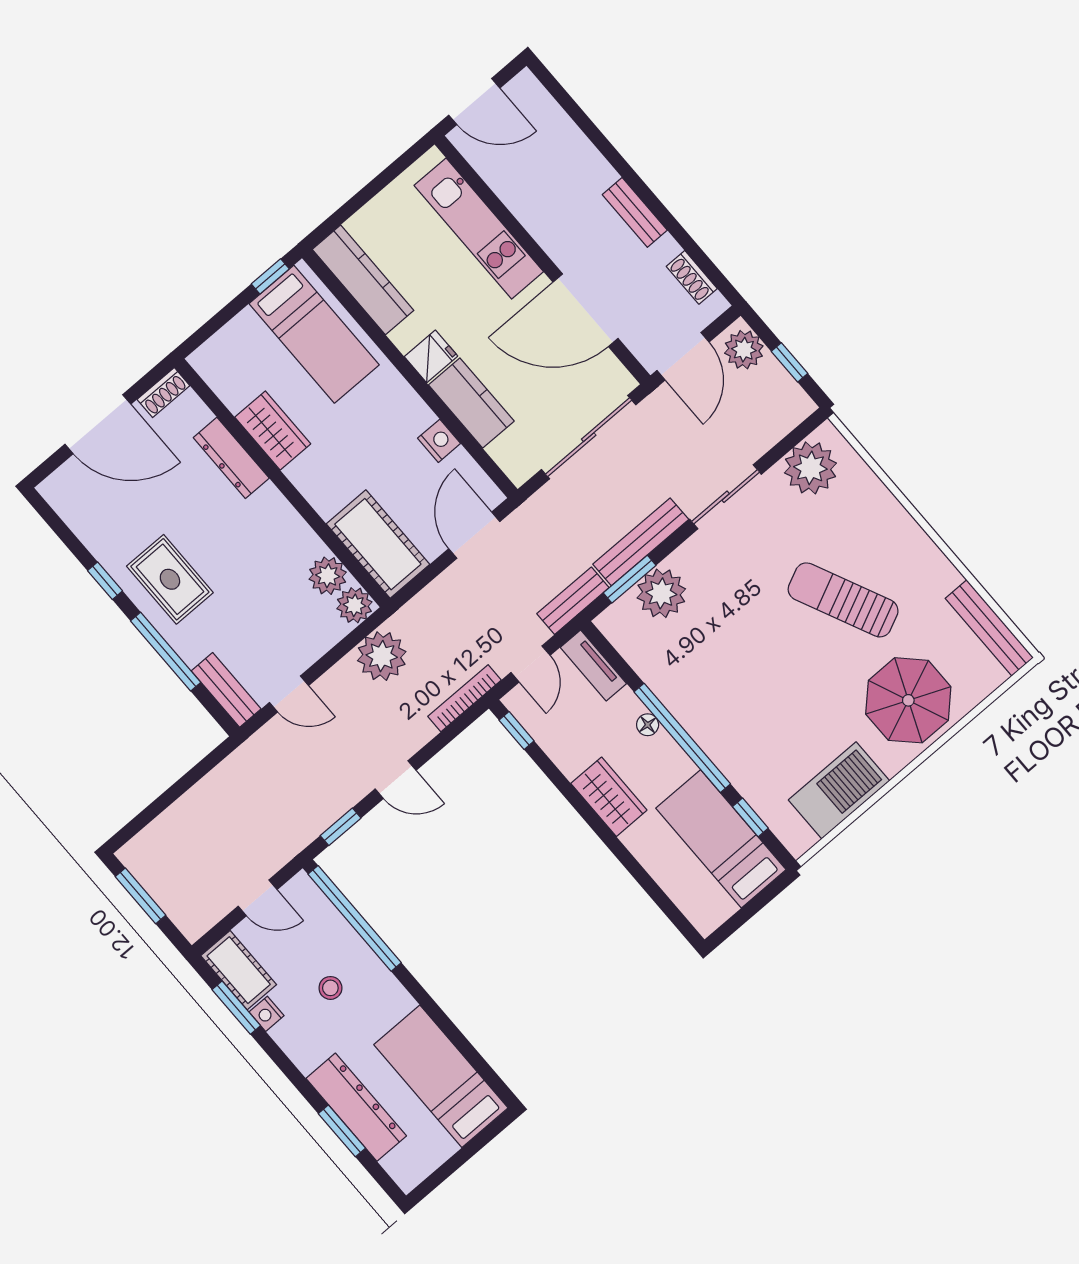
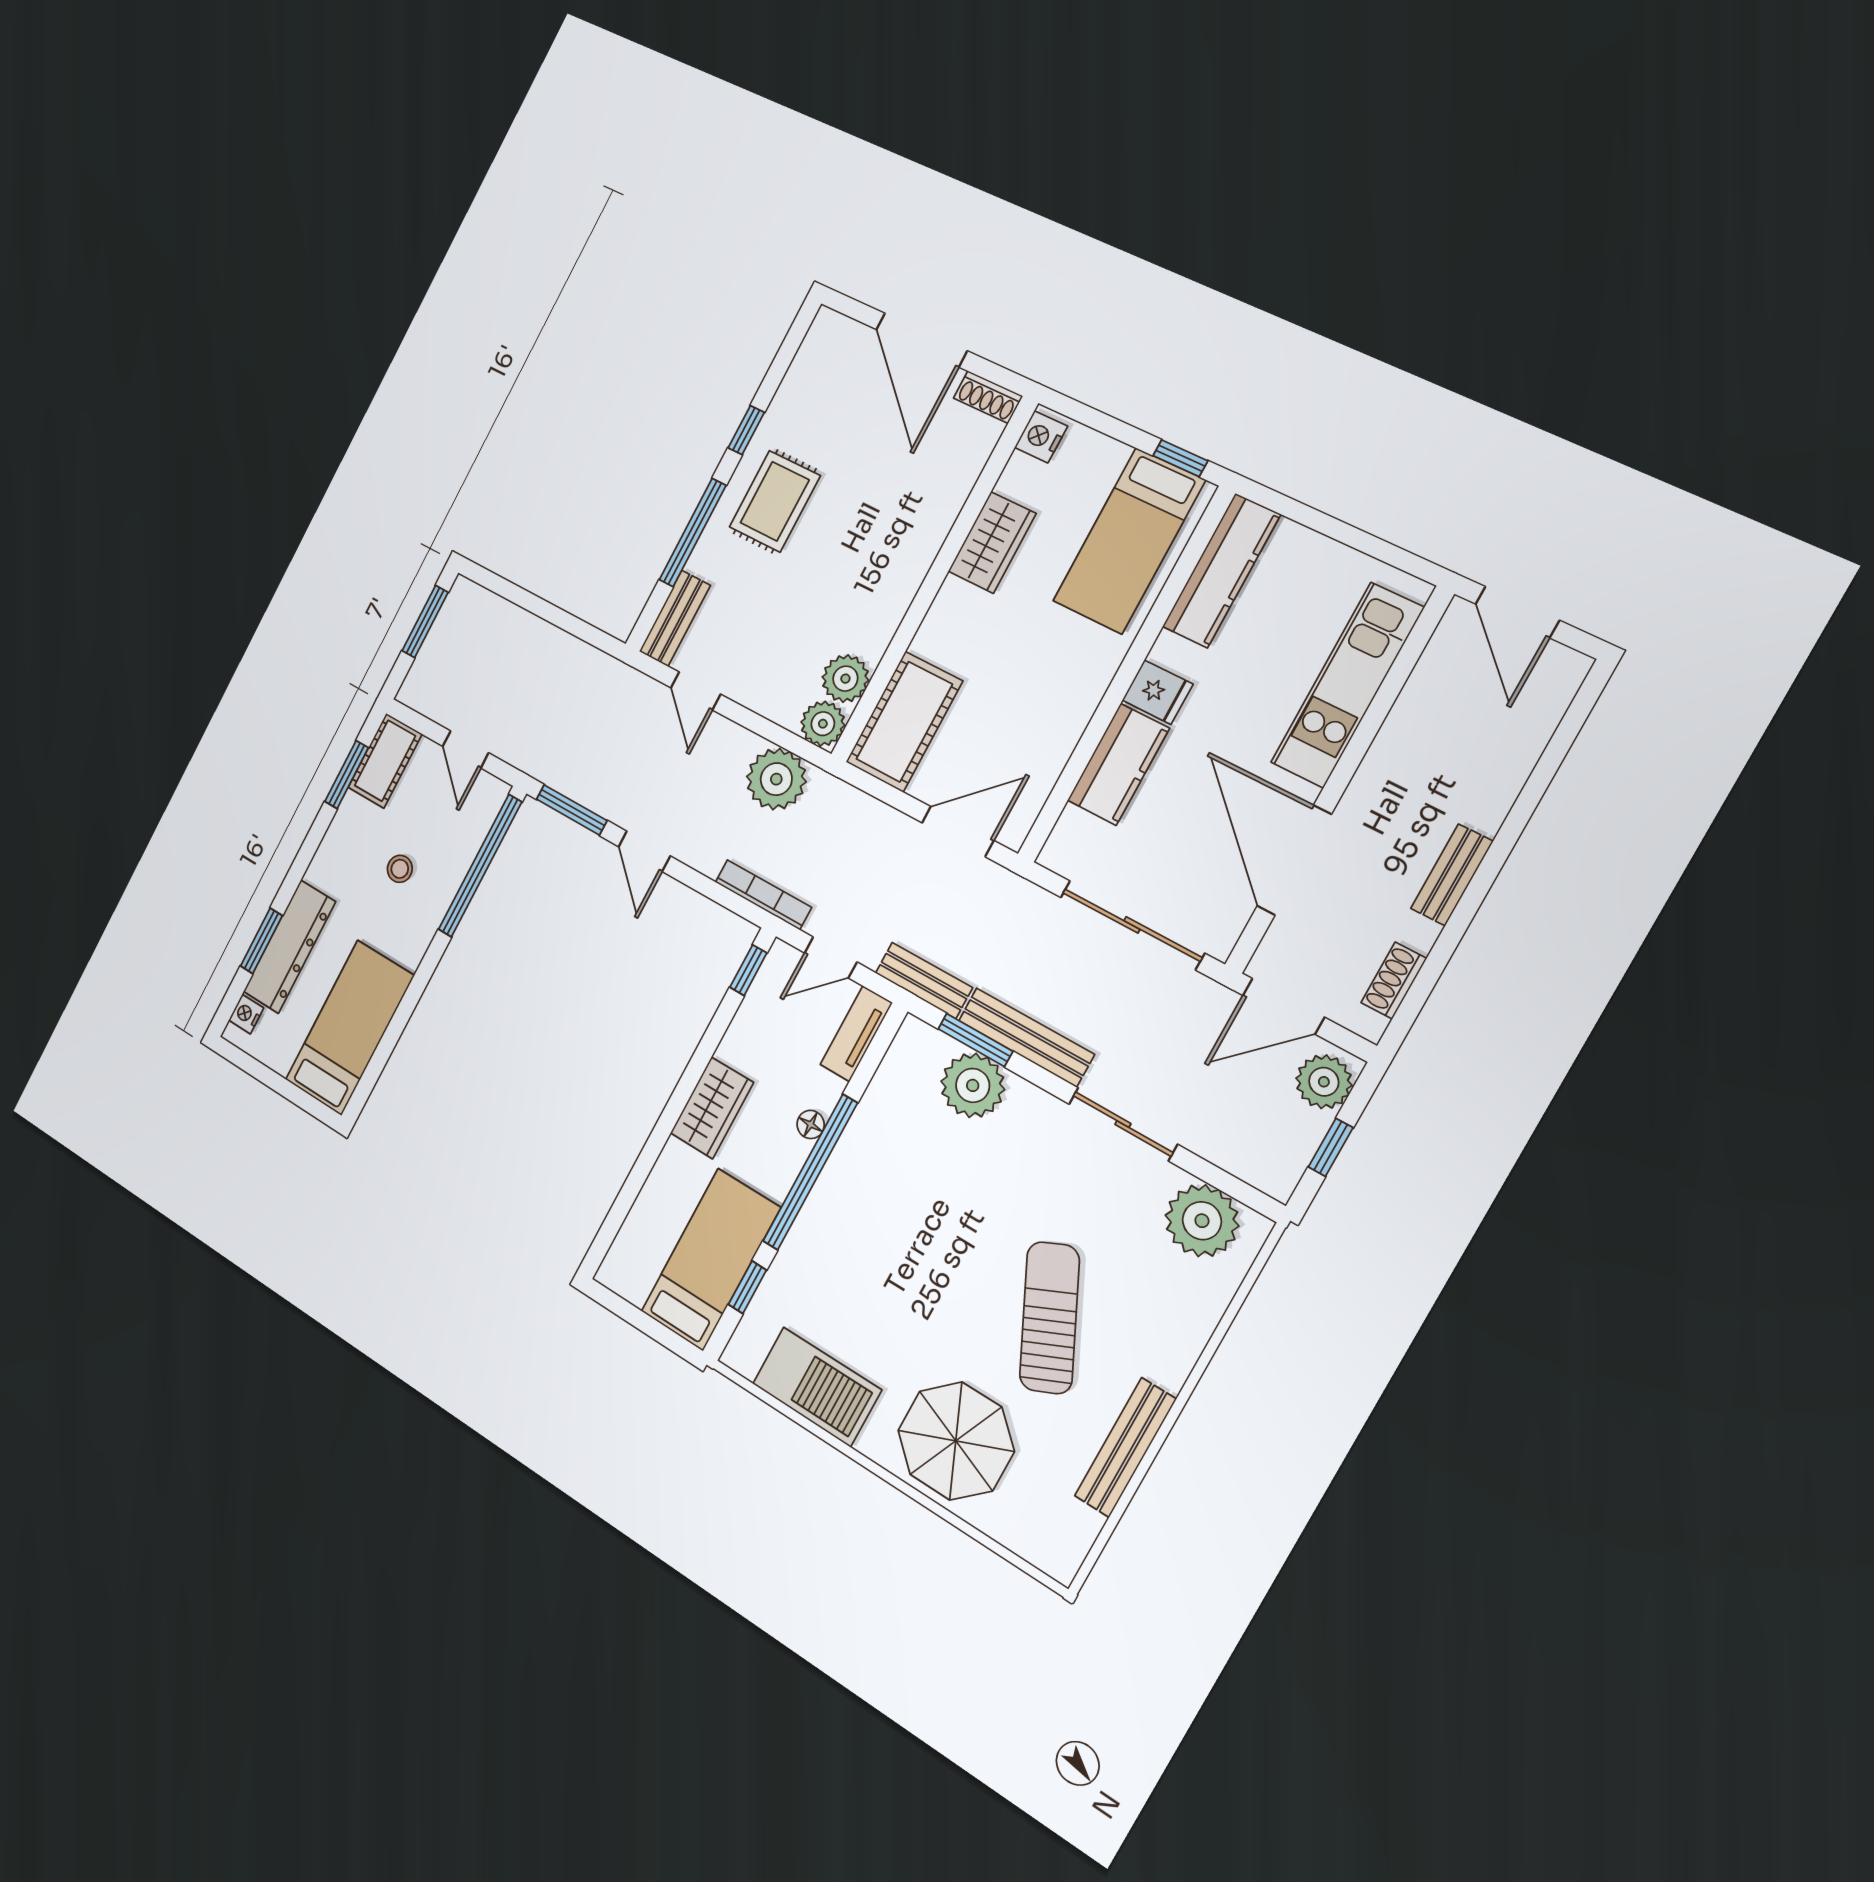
nightstand: (439, 441) -> (1041, 437), moved, turned 180
dresser: (231, 458) -> (941, 509), removed
bench: (989, 628) -> (1125, 1448), moved
window: (341, 827) -> (572, 810), width x1.50
nightstand: (267, 1014) -> (246, 1014), moved

